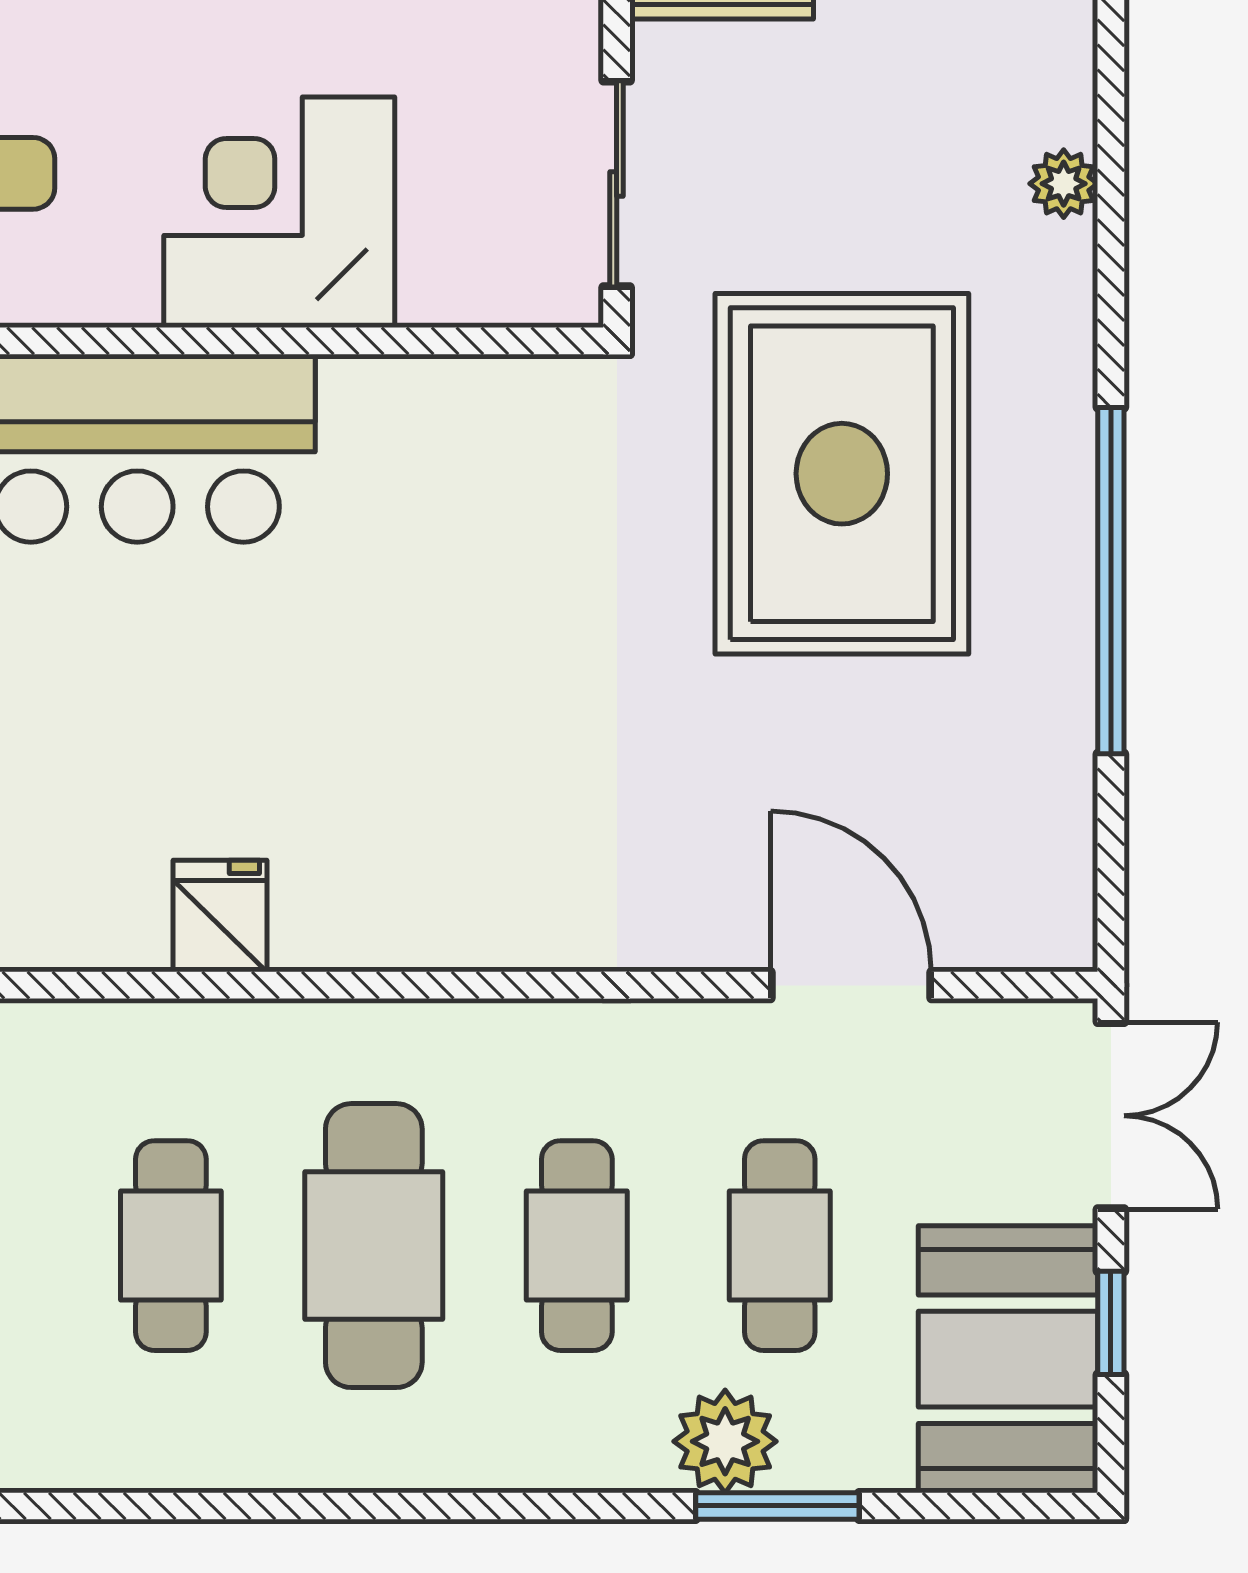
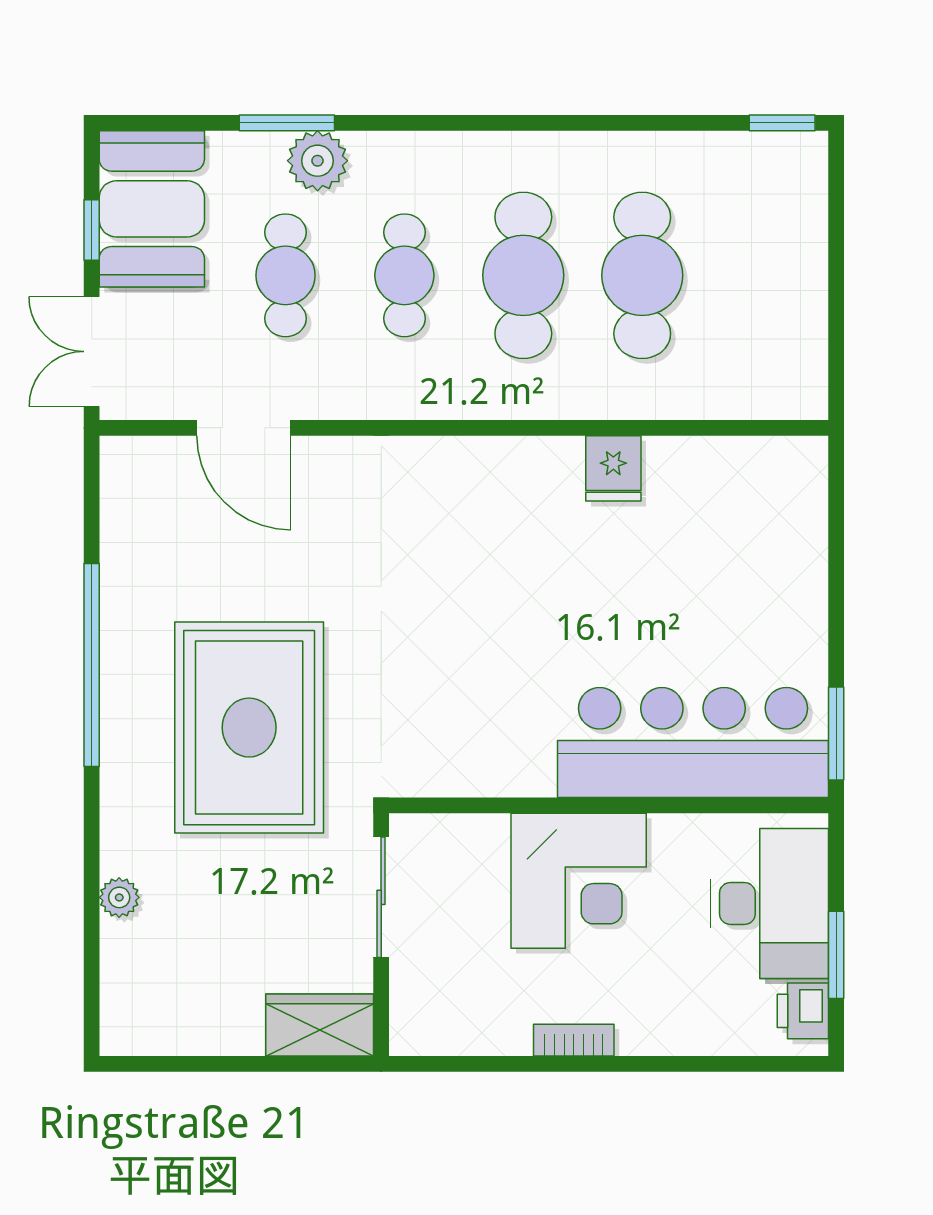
cafe table: (171, 1246) -> (642, 275), width x1.37, depth x1.35

